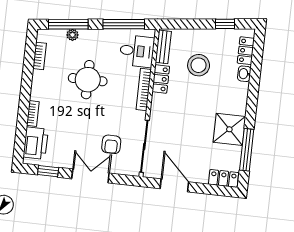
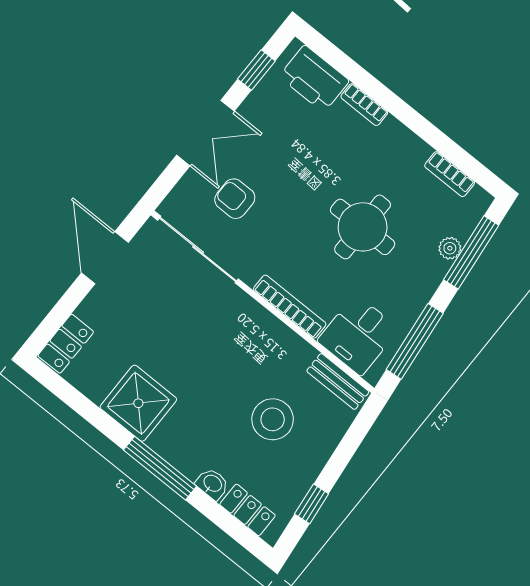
locker: (161, 79) -> (289, 345), removed
window: (247, 150) -> (160, 468), moved
door: (174, 185) -> (105, 258), swing flipped

